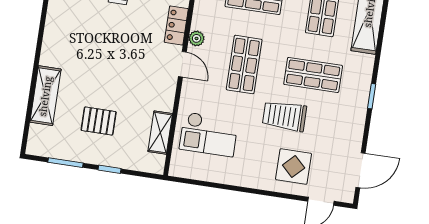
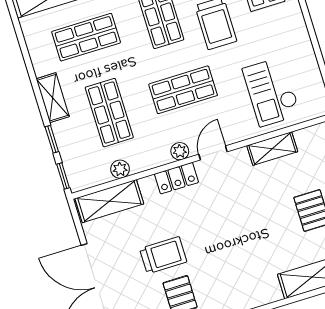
shelving: (160, 133) -> (272, 149), moved
checkout: (209, 134) -> (271, 92), turned 180

